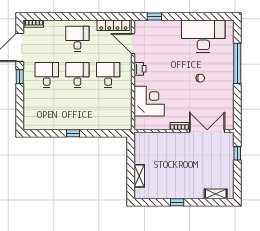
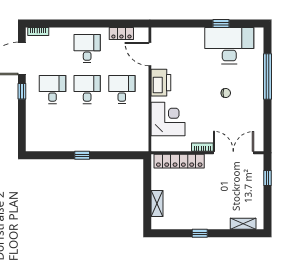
window: (154, 17) -> (221, 24), moved
locker: (113, 25) -> (121, 33), width x0.66
printer: (140, 69) -> (161, 83), width x1.87, depth x1.48
locker: (159, 138) -> (179, 161), added

